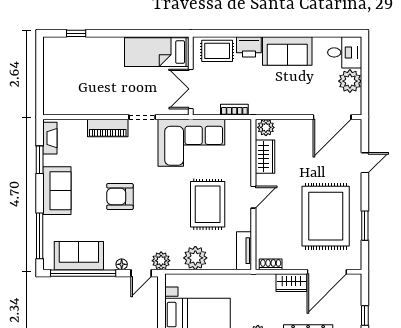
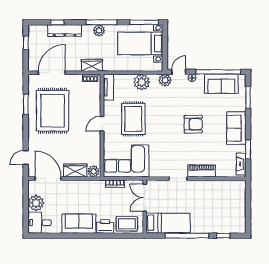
window: (129, 33) -> (187, 236), added
double door: (191, 89) -> (145, 198), swing flipped
door: (332, 117) -> (48, 178), hinge flipped
corner sofa: (191, 143) -> (126, 161), moved
wardrobe: (265, 157) -> (75, 170), moved, turned 90
door: (365, 163) -> (26, 158), moved
window: (40, 236) -> (248, 97), width x0.69
wardrobe: (291, 283) -> (92, 65), moved

